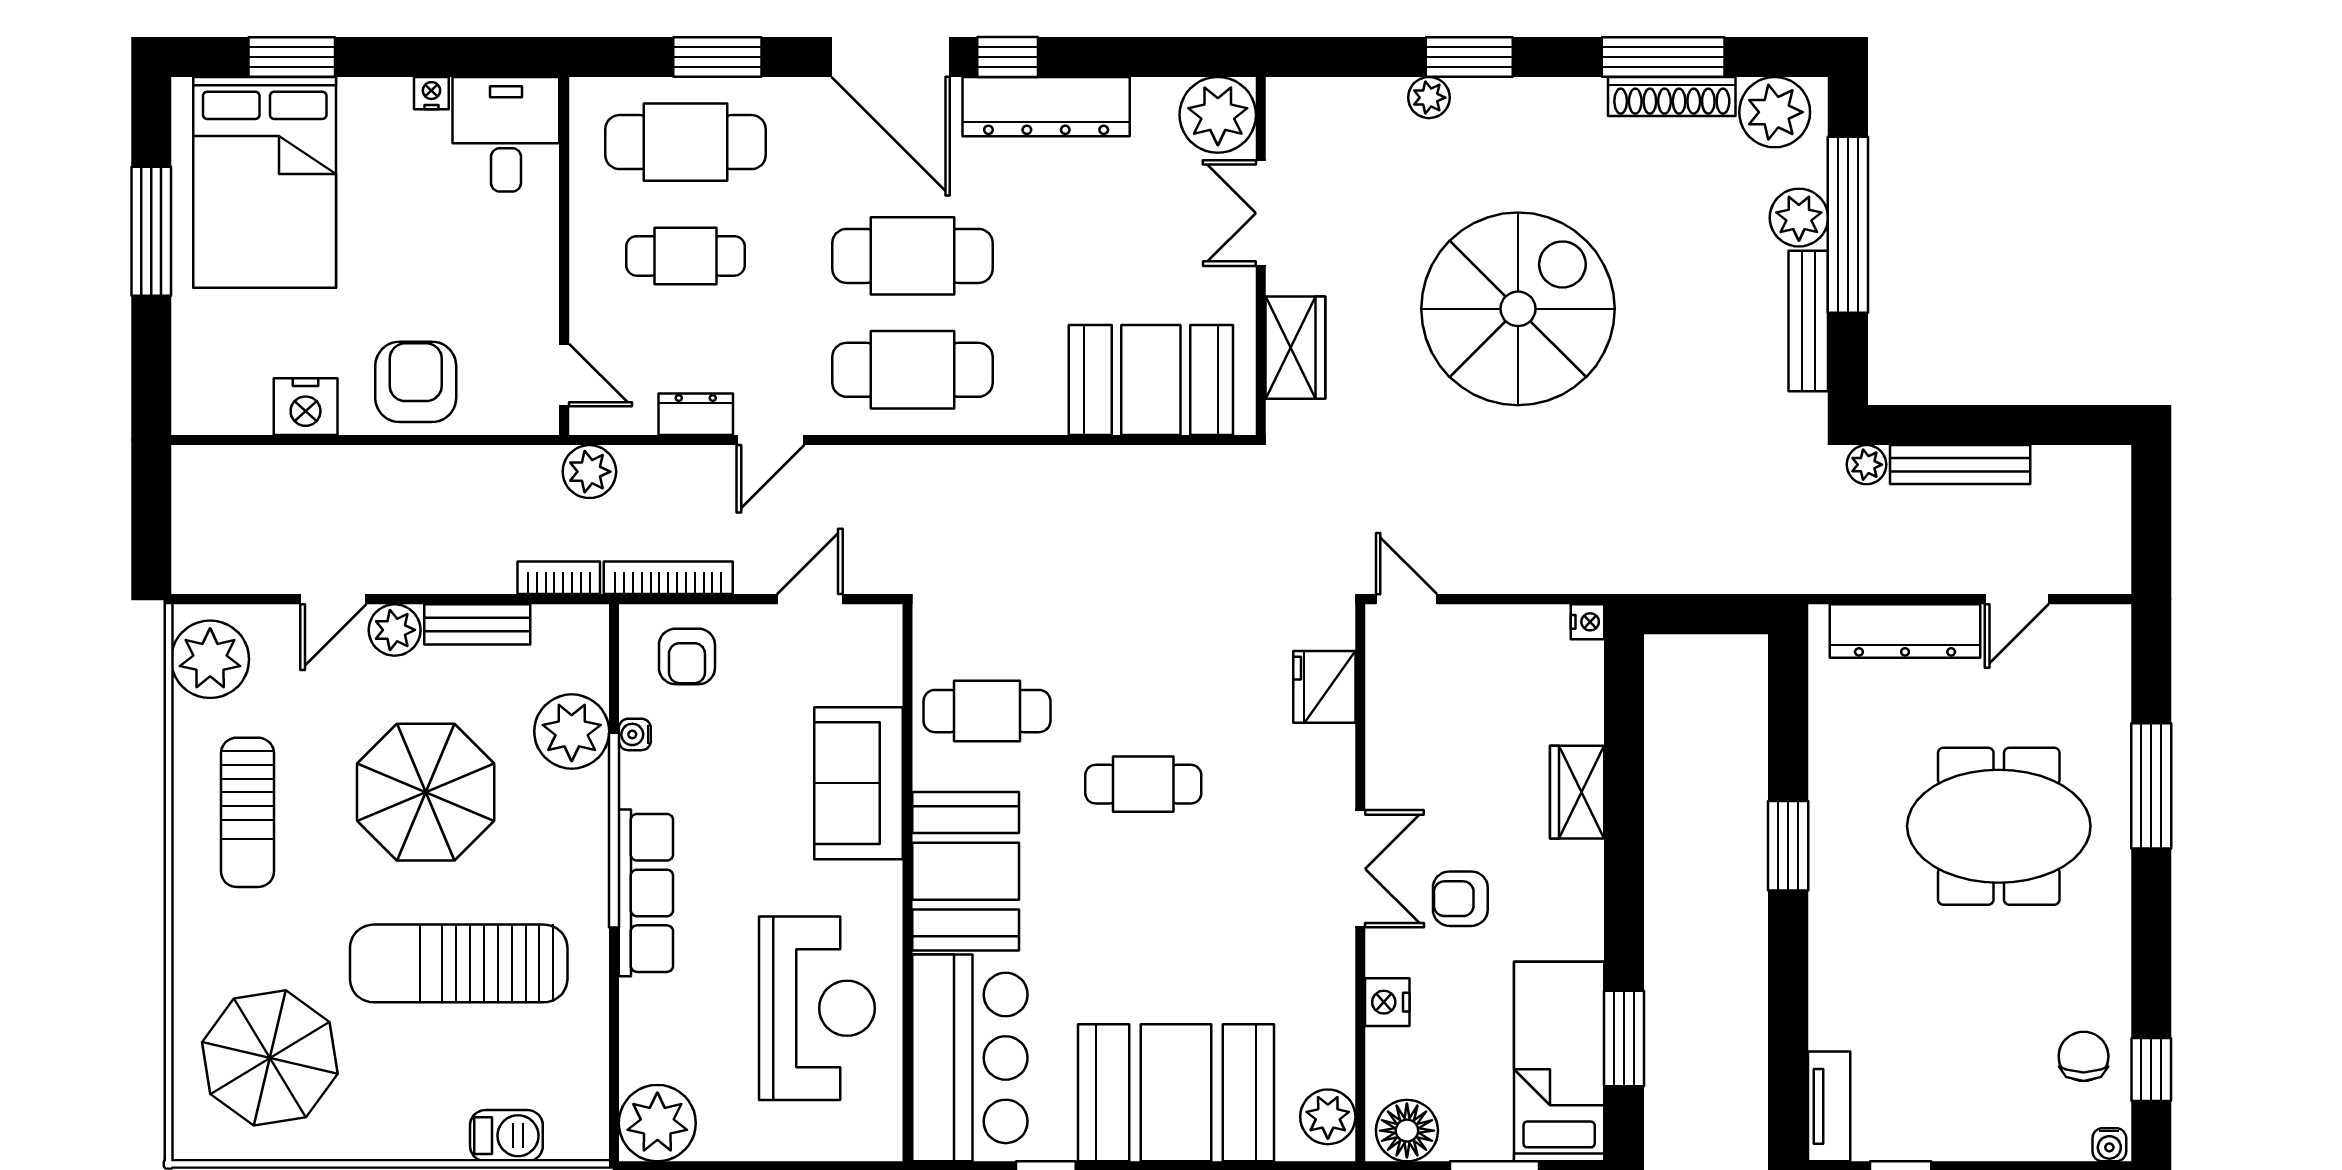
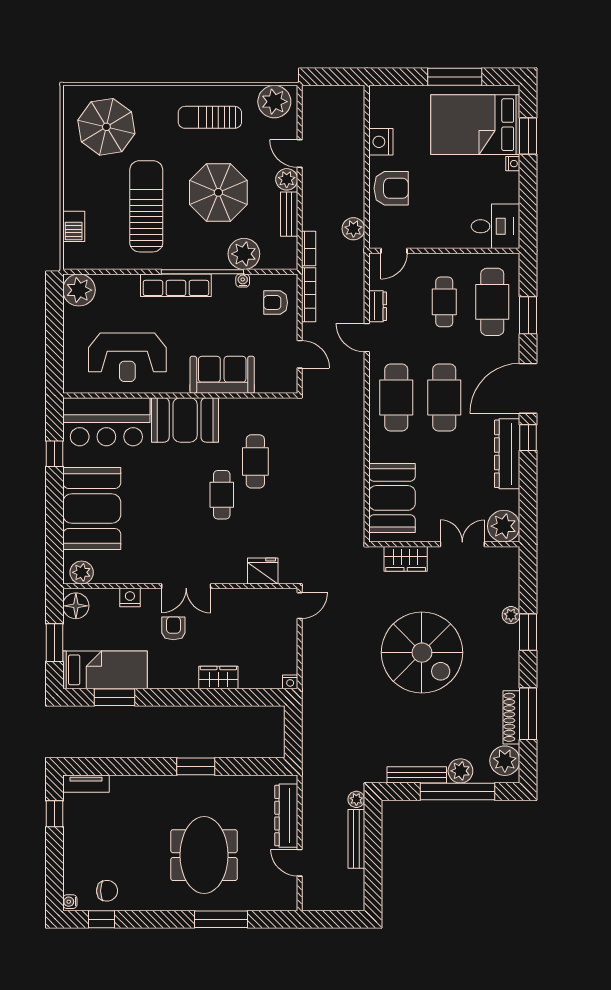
nightstand: (431, 93) -> (513, 164), moved
plant: (589, 472) -> (353, 229), moved
cafe table: (987, 711) -> (255, 461), moved

